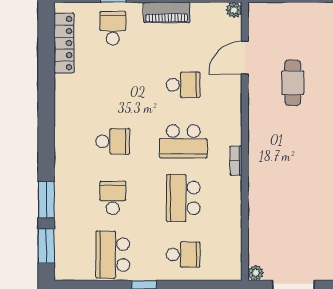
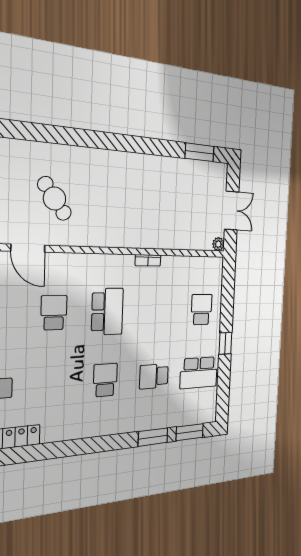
cafe table: (293, 83) -> (55, 199), turned 54
bookcase: (236, 161) -> (148, 260), moved
school desk: (183, 198) -> (156, 311), removed

